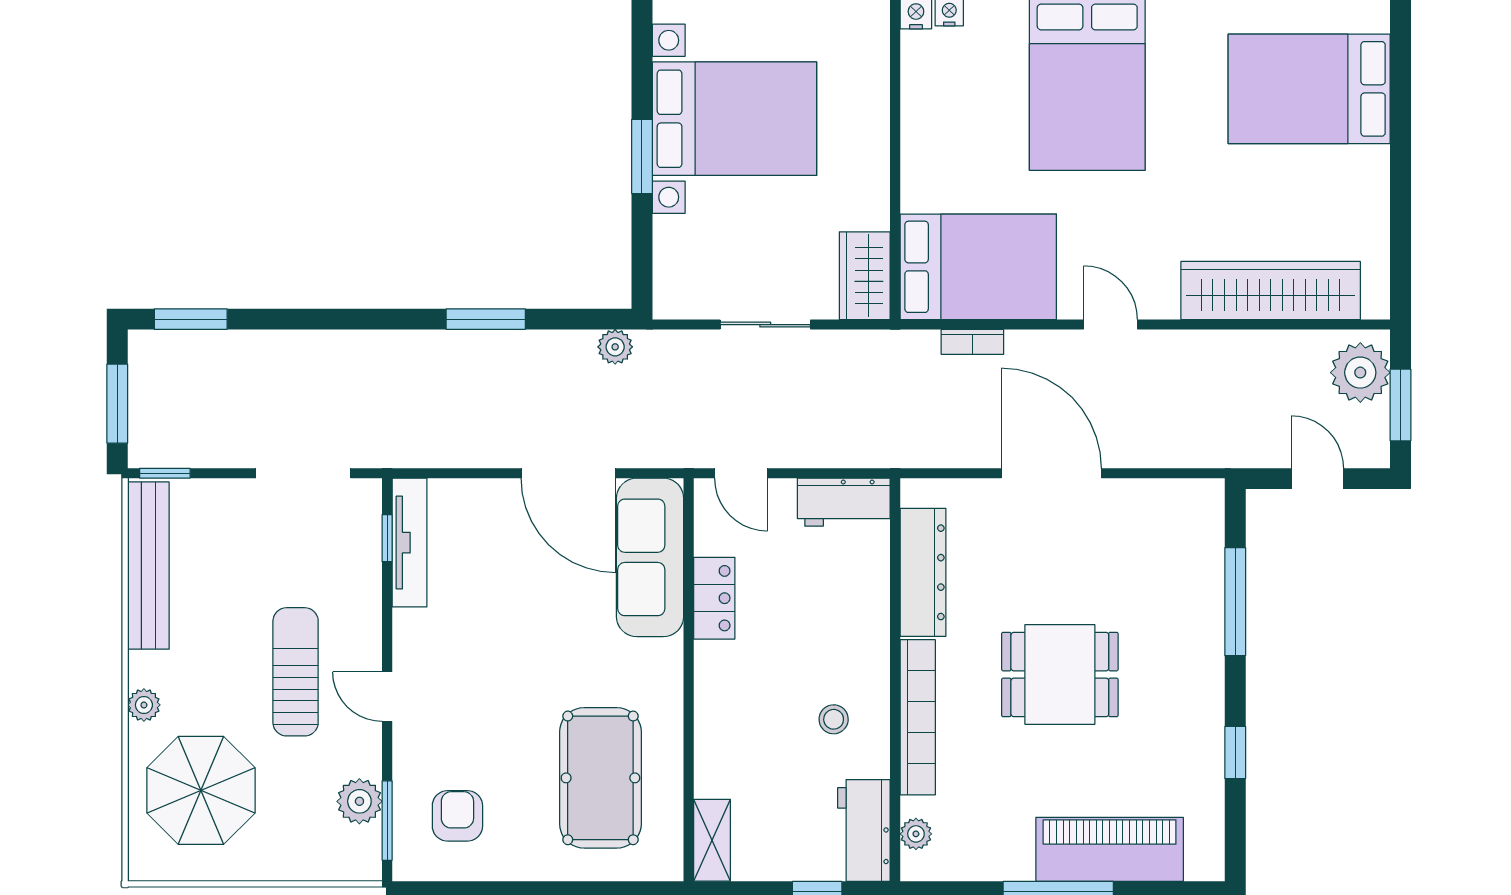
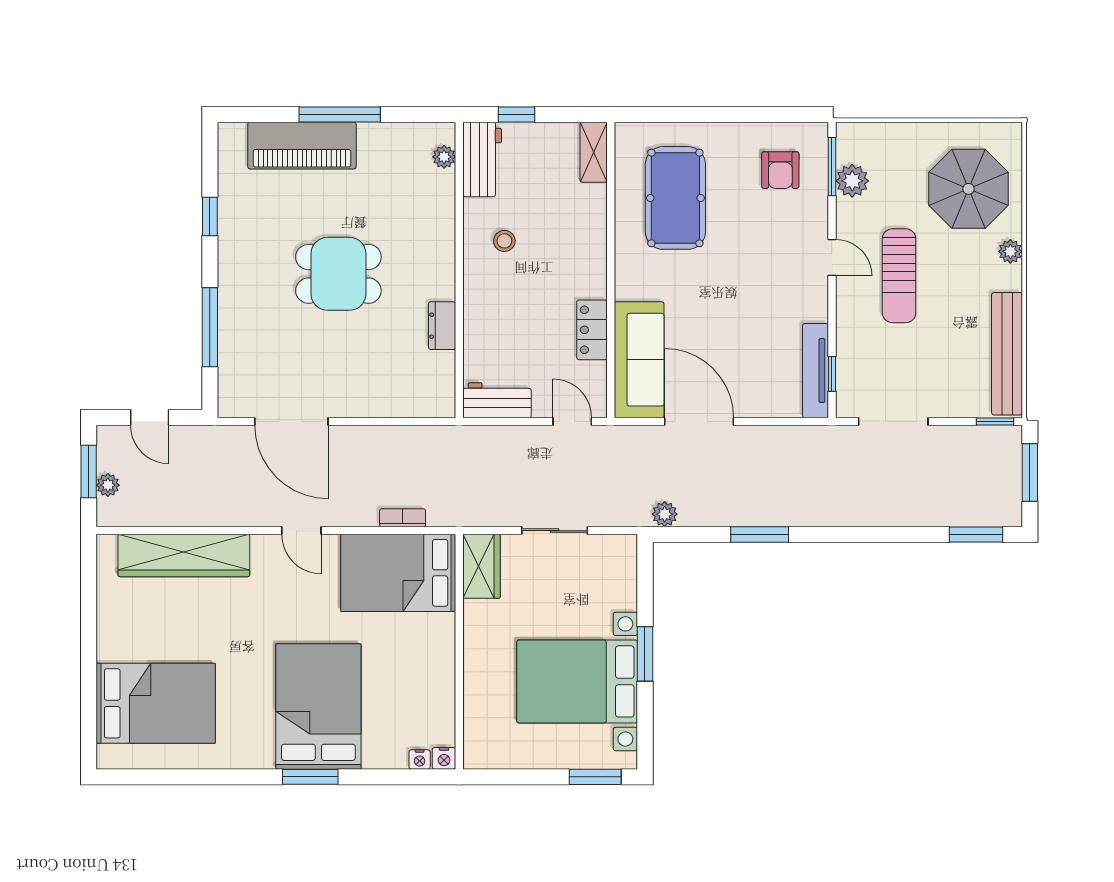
plant: (1360, 373) -> (108, 485), width x0.53, depth x0.53
door: (1051, 473) -> (291, 421), moved
dresser: (923, 572) -> (442, 326), width x0.51, depth x0.80
bookcase: (918, 717) -> (443, 242), removed

